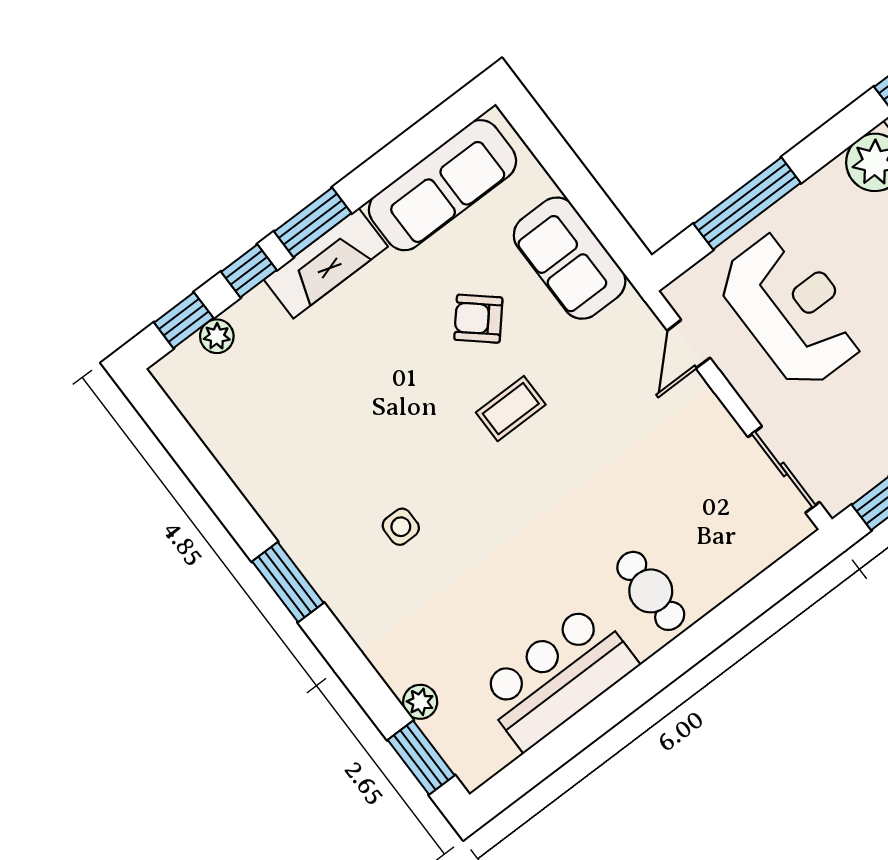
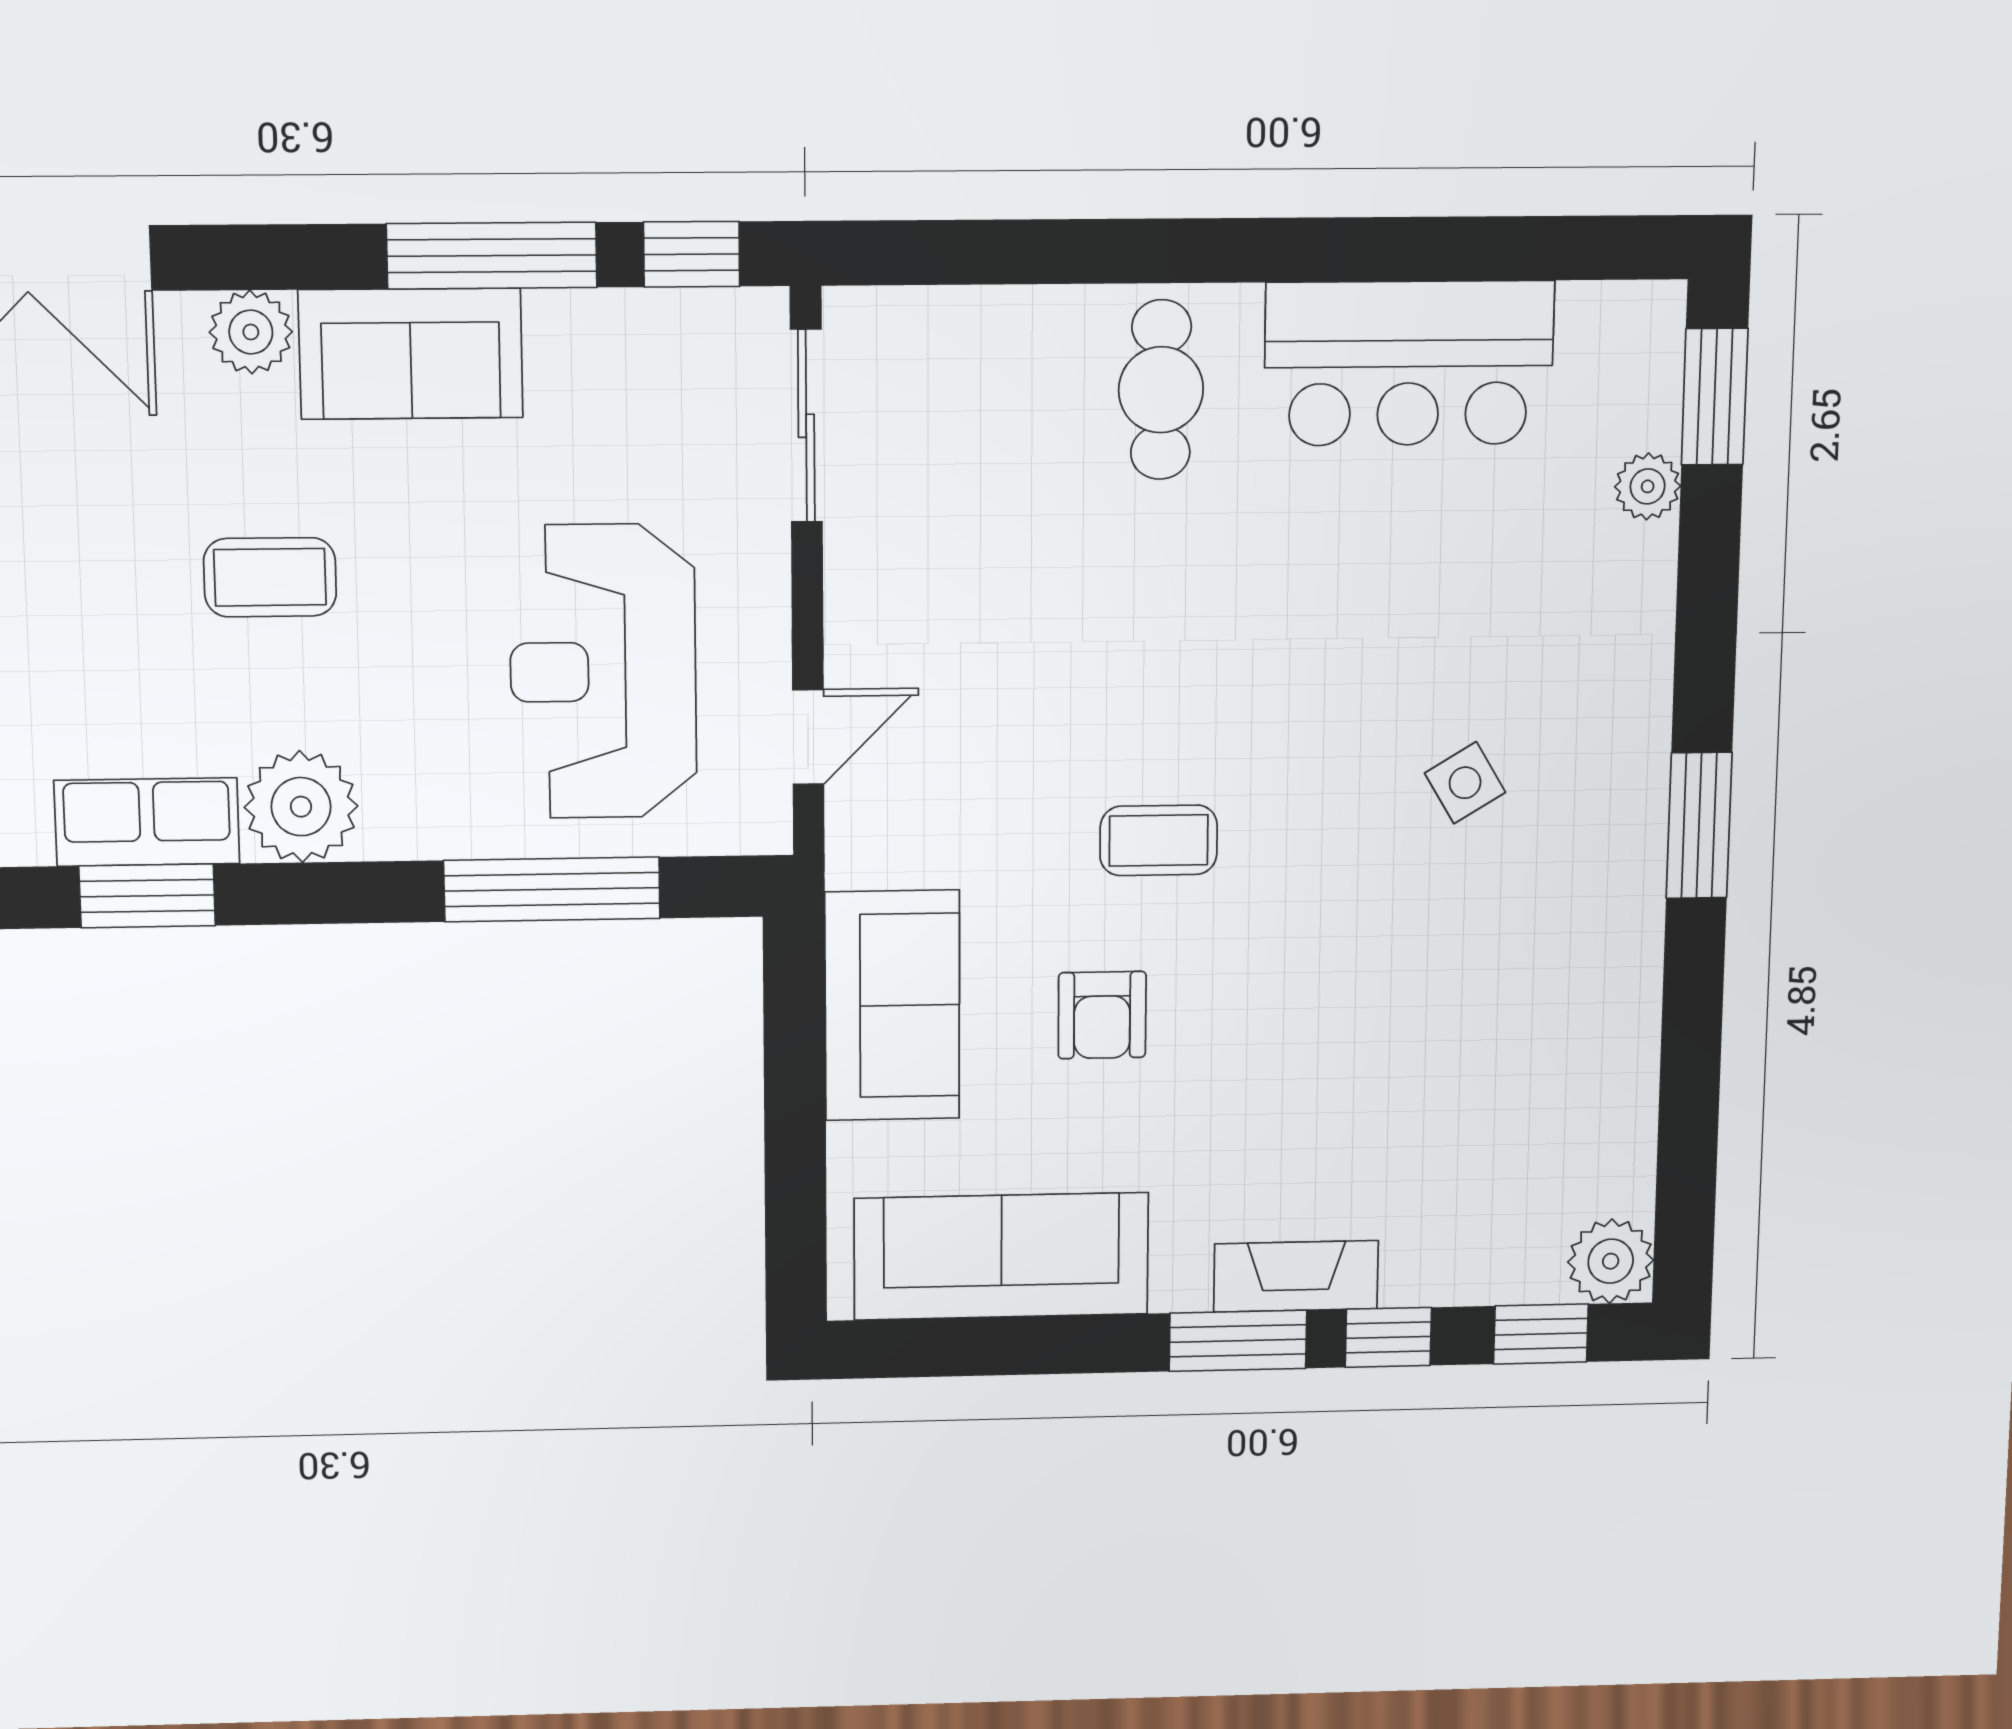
fireplace: (326, 263) -> (1296, 1276), width x0.73, depth x0.76
armchair: (478, 319) -> (1102, 1015), turned 49
plant: (217, 336) -> (1611, 1261), moved, width x1.38, depth x1.38
side table: (401, 527) -> (1465, 783), turned -31

